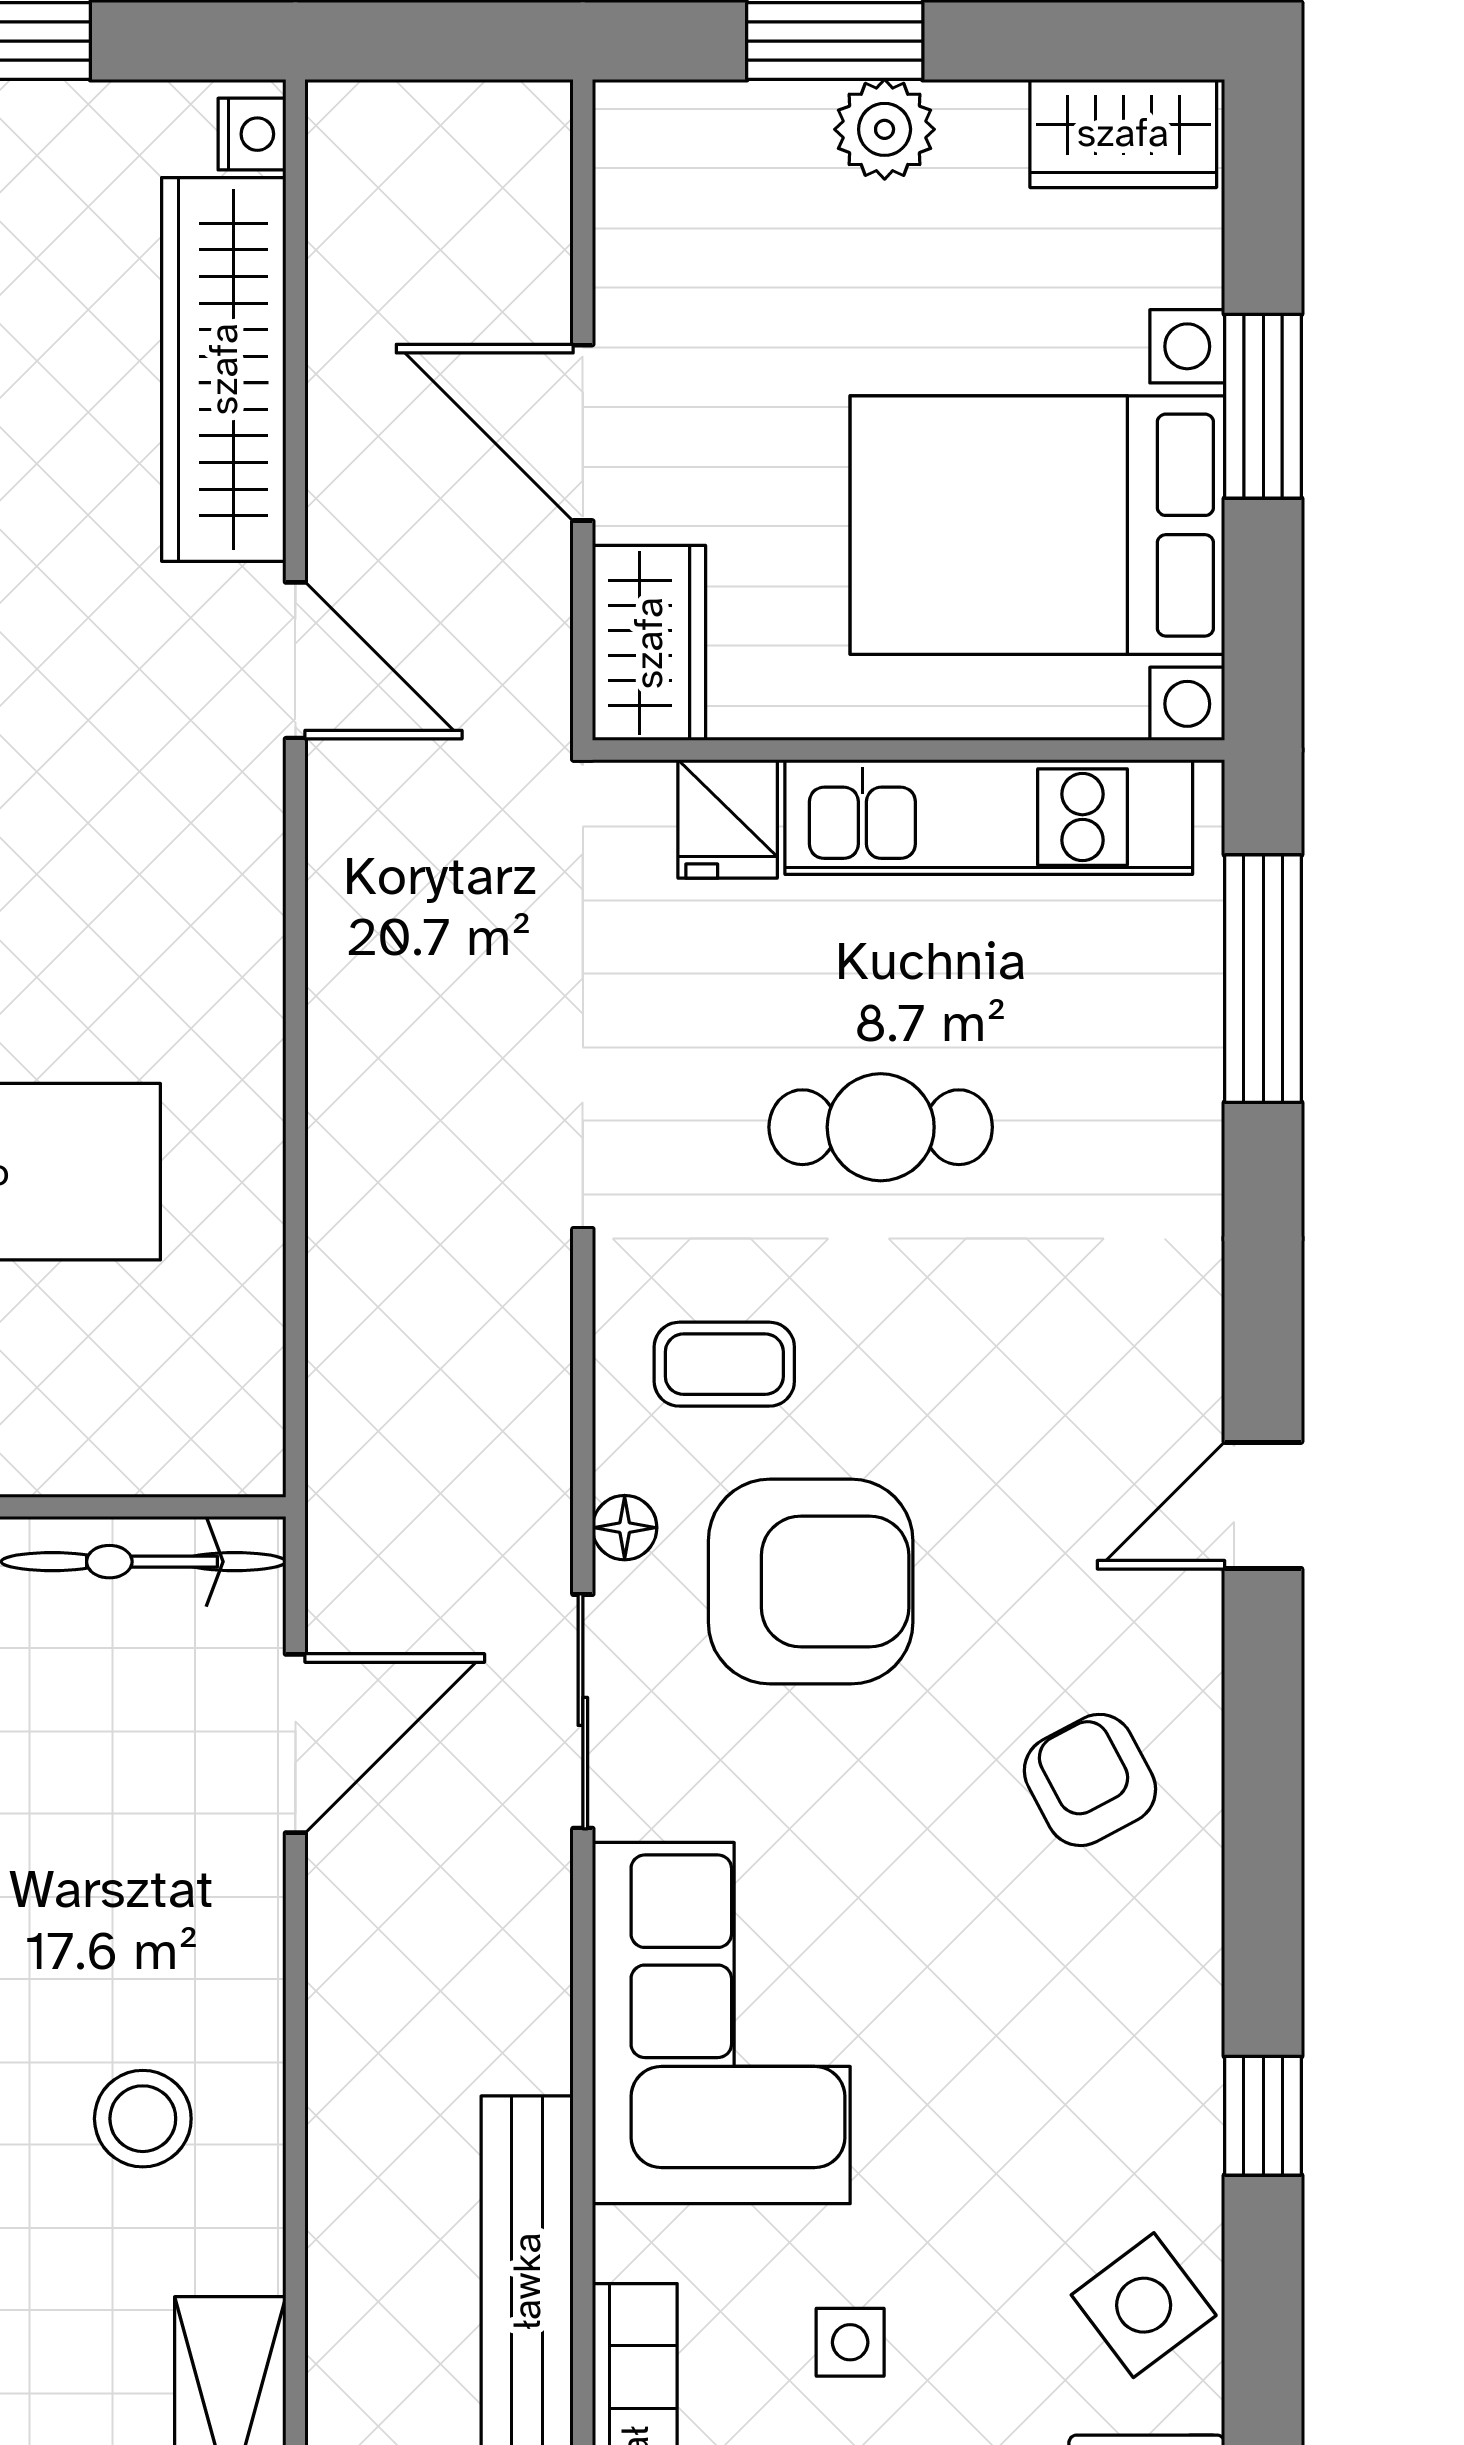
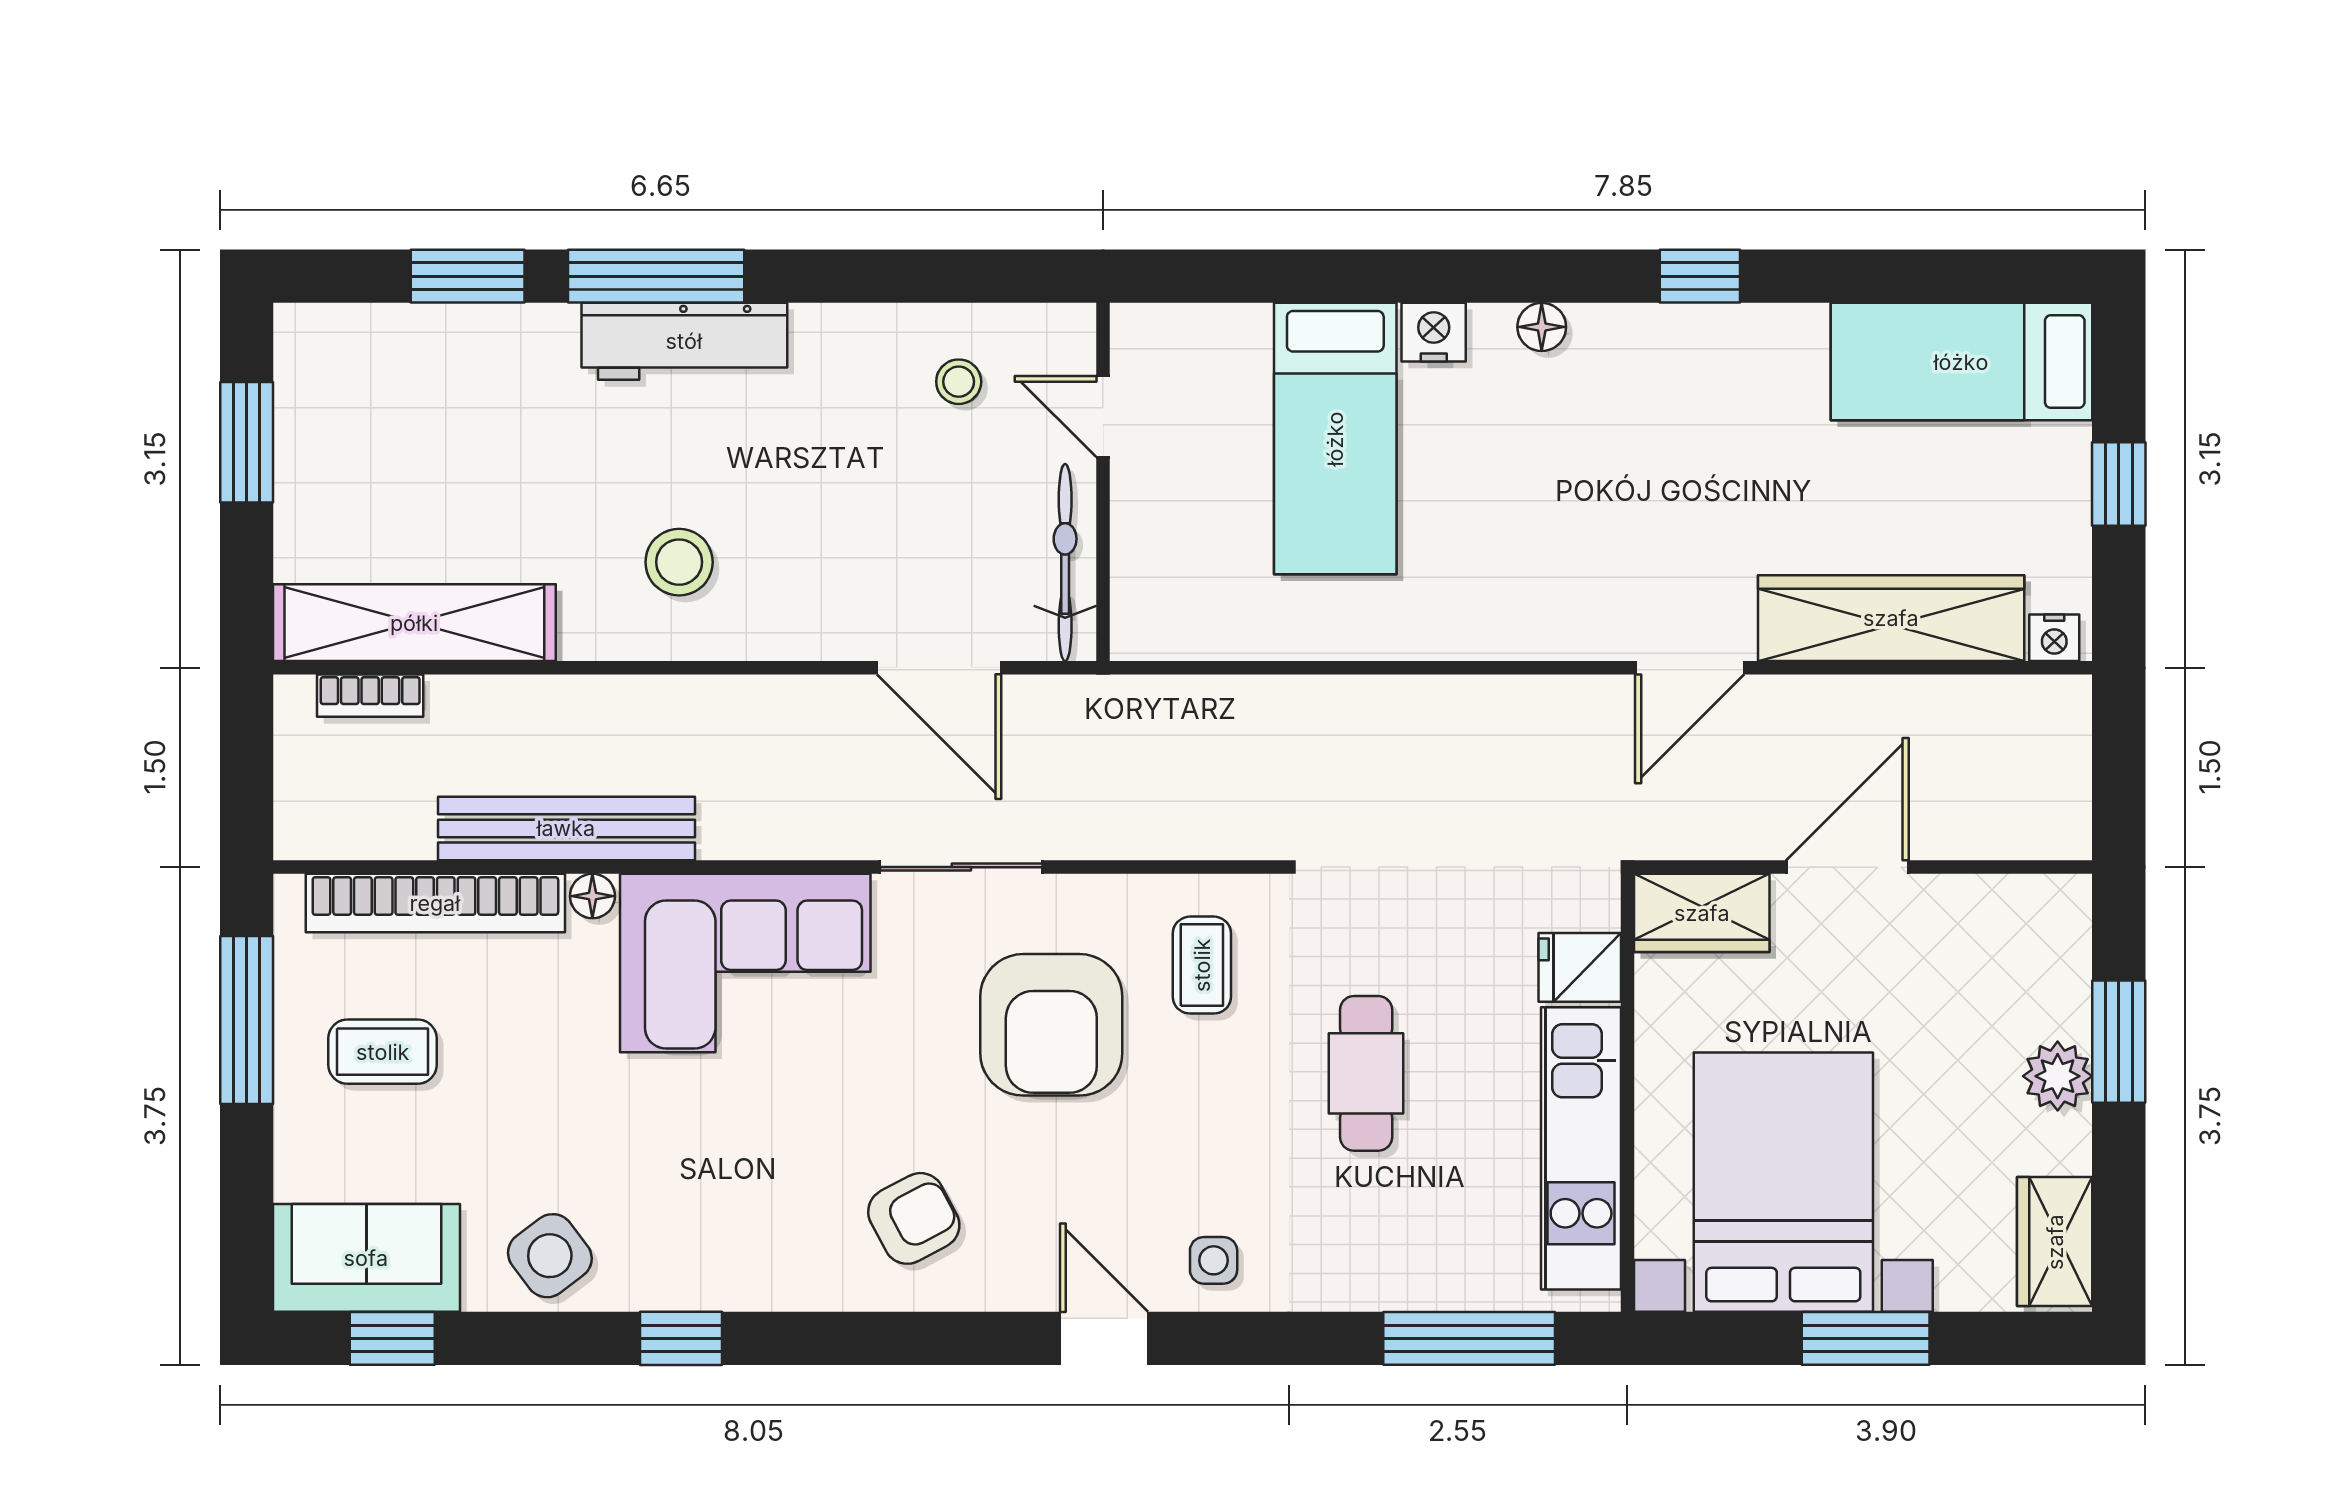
floor lamp: (625, 1528) -> (592, 896), moved
side table: (850, 2342) -> (1214, 1260), moved

